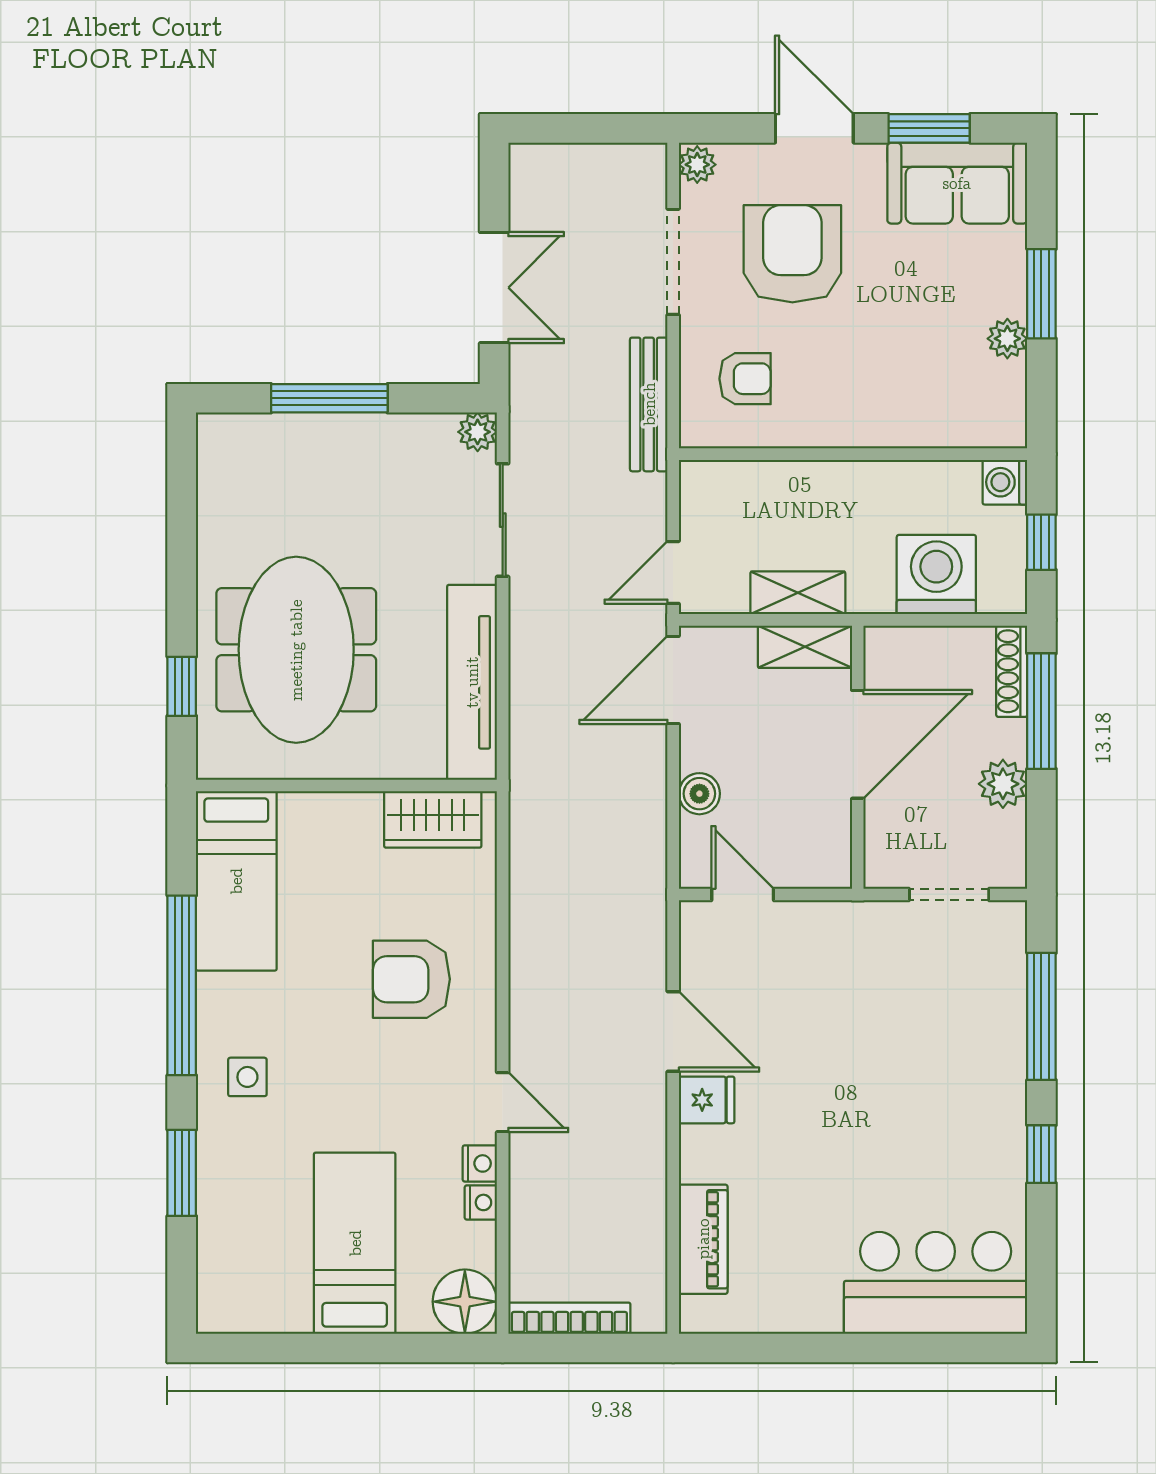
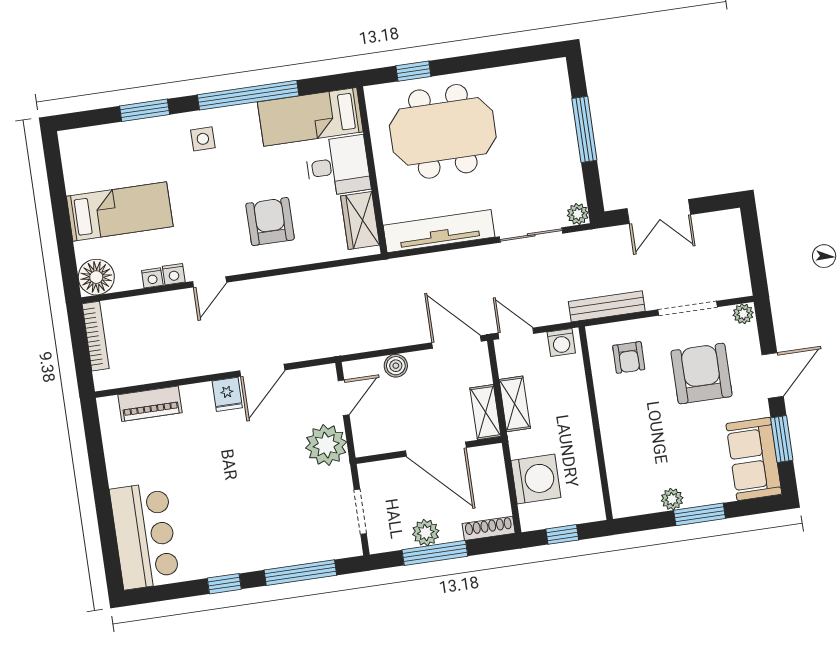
armchair: (792, 254) -> (702, 374), turned -90
washing machine: (1005, 482) -> (561, 343), moved, turned 180
window: (1041, 711) -> (435, 553), moved
desk: (330, 845) -> (338, 166), added
plant: (822, 938) -> (326, 445), added

